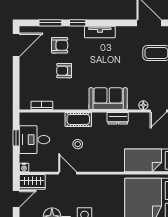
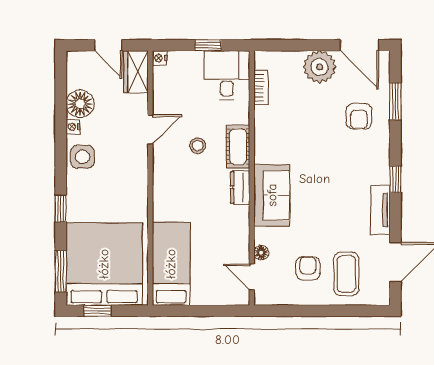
window: (78, 23) -> (395, 179), moved
tv unit: (100, 32) -> (380, 210), moved
plant: (29, 69) -> (320, 67), added
armchair: (64, 71) -> (308, 268), moved
dresser: (118, 118) -> (240, 187), moved
desk: (34, 140) -> (227, 75), moved

